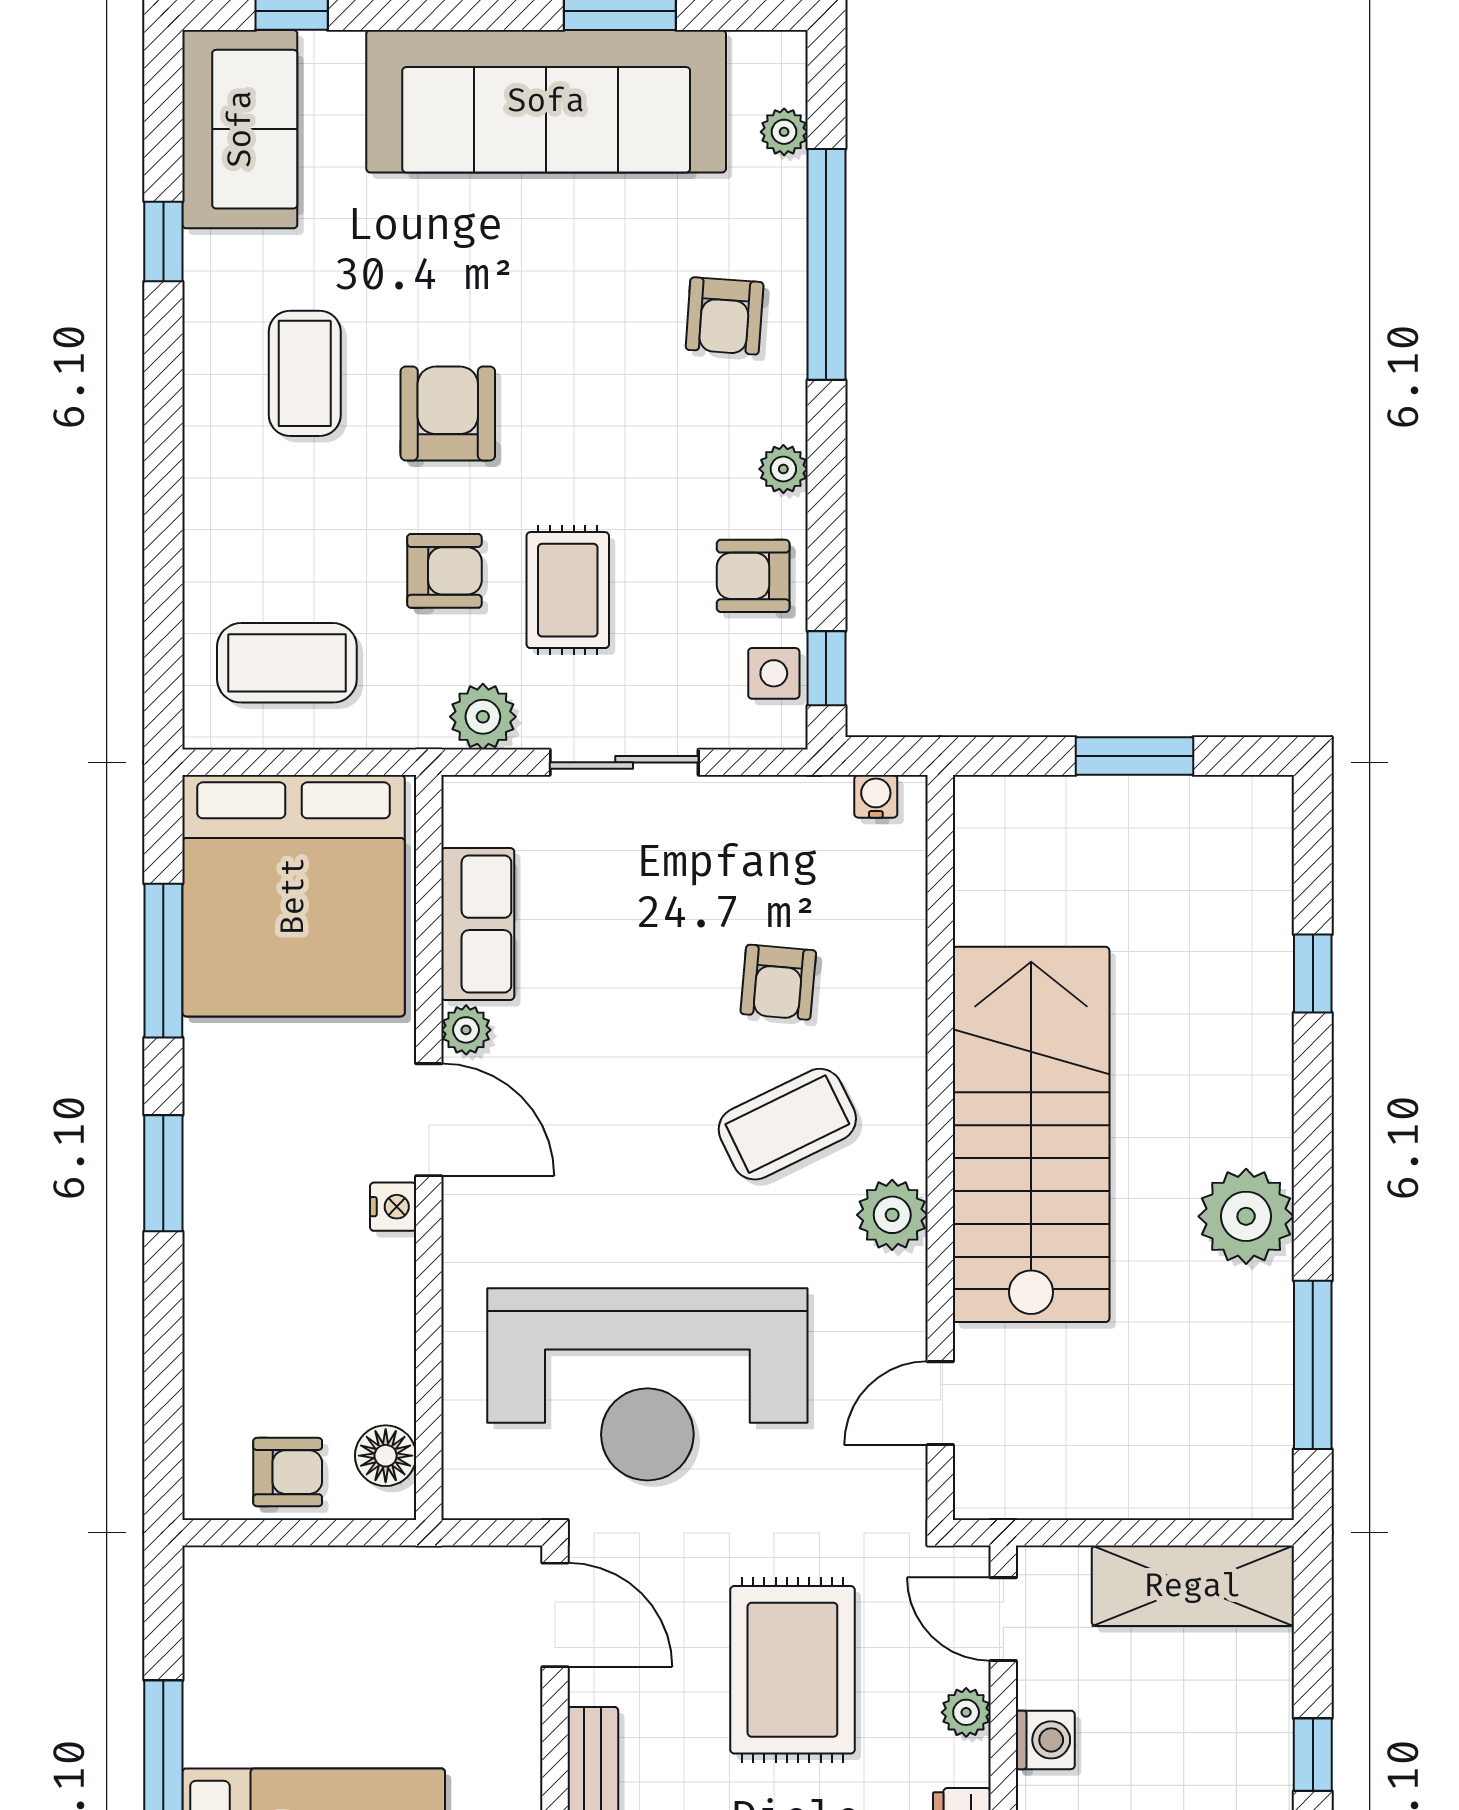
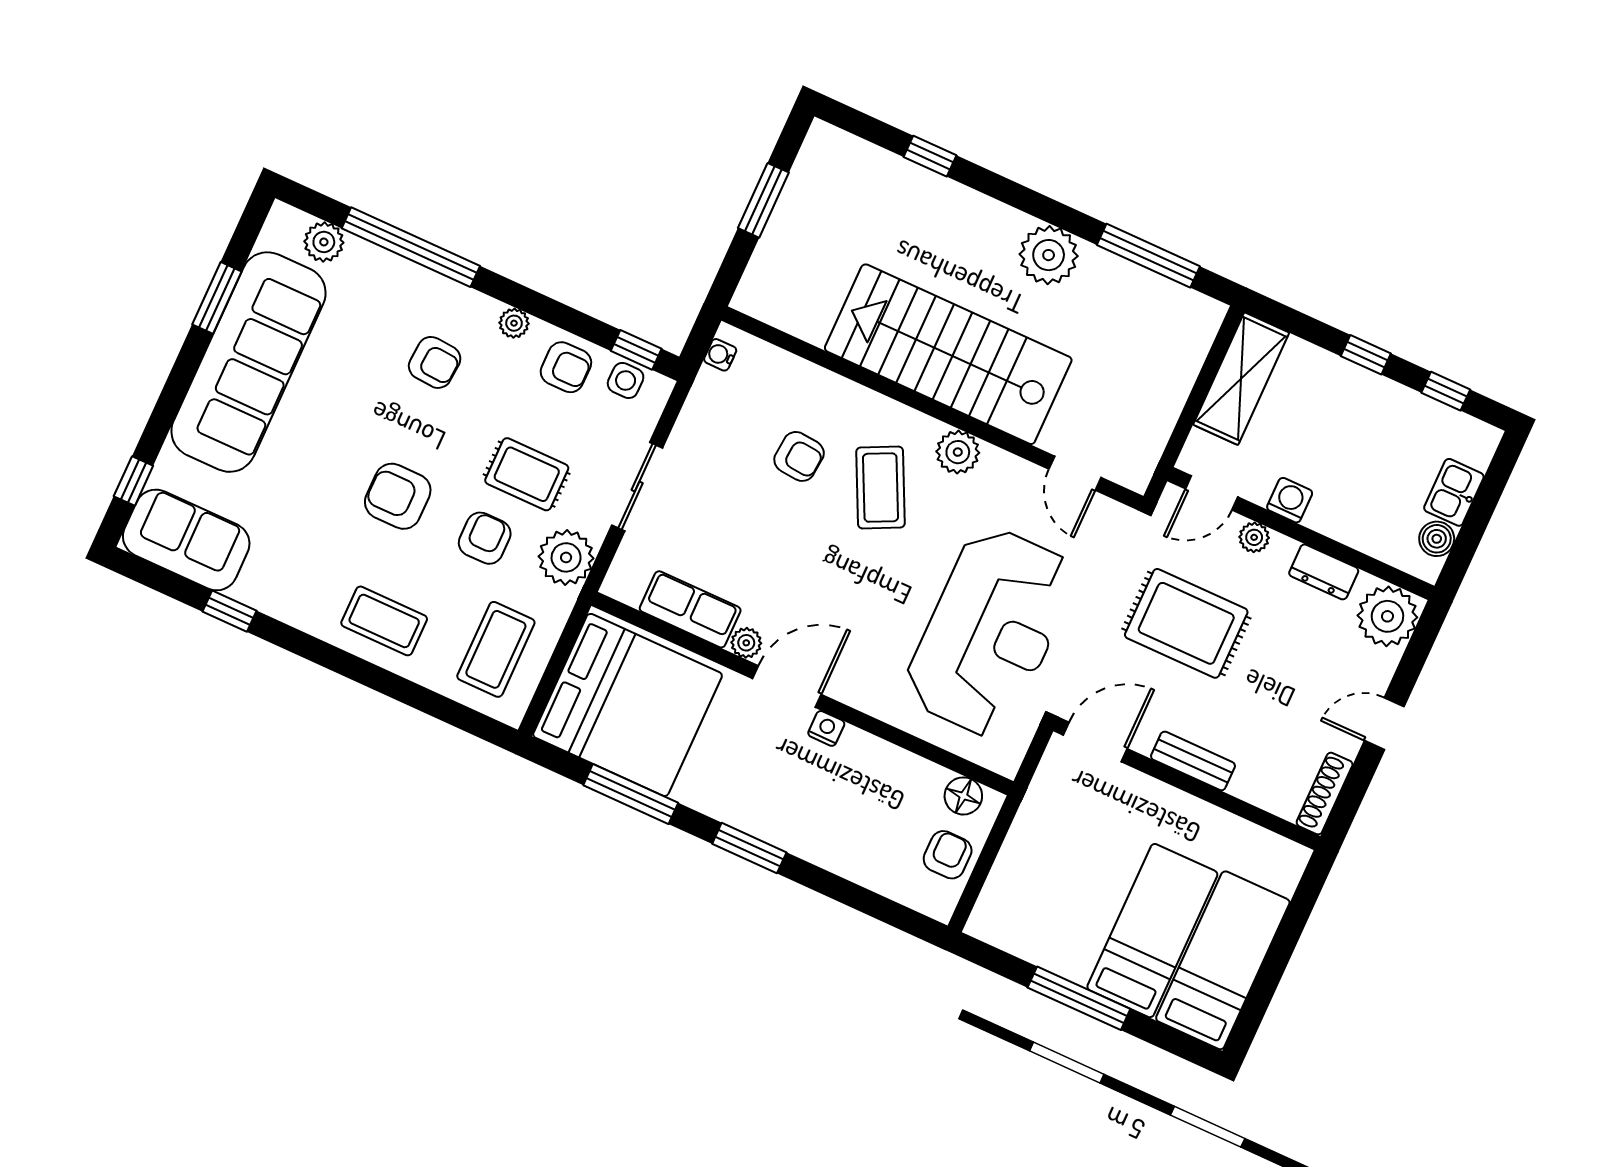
plant: (784, 132) -> (324, 242), width x1.38, depth x1.38
armchair: (725, 316) -> (435, 362), moved
coffee table: (305, 373) -> (384, 621), moved
armchair: (753, 576) -> (566, 367), turned -90
plant: (483, 717) -> (566, 557), width x1.36, depth x1.36

